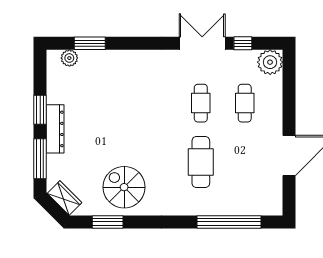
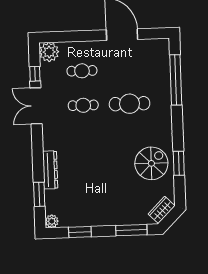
plant: (69, 58) -> (52, 221), moved
window: (40, 110) -> (80, 232), moved
dresser: (55, 129) -> (50, 170), moved, turned 90
spiral stairs: (124, 187) -> (151, 163), turned 180
window: (108, 222) -> (179, 163), moved

